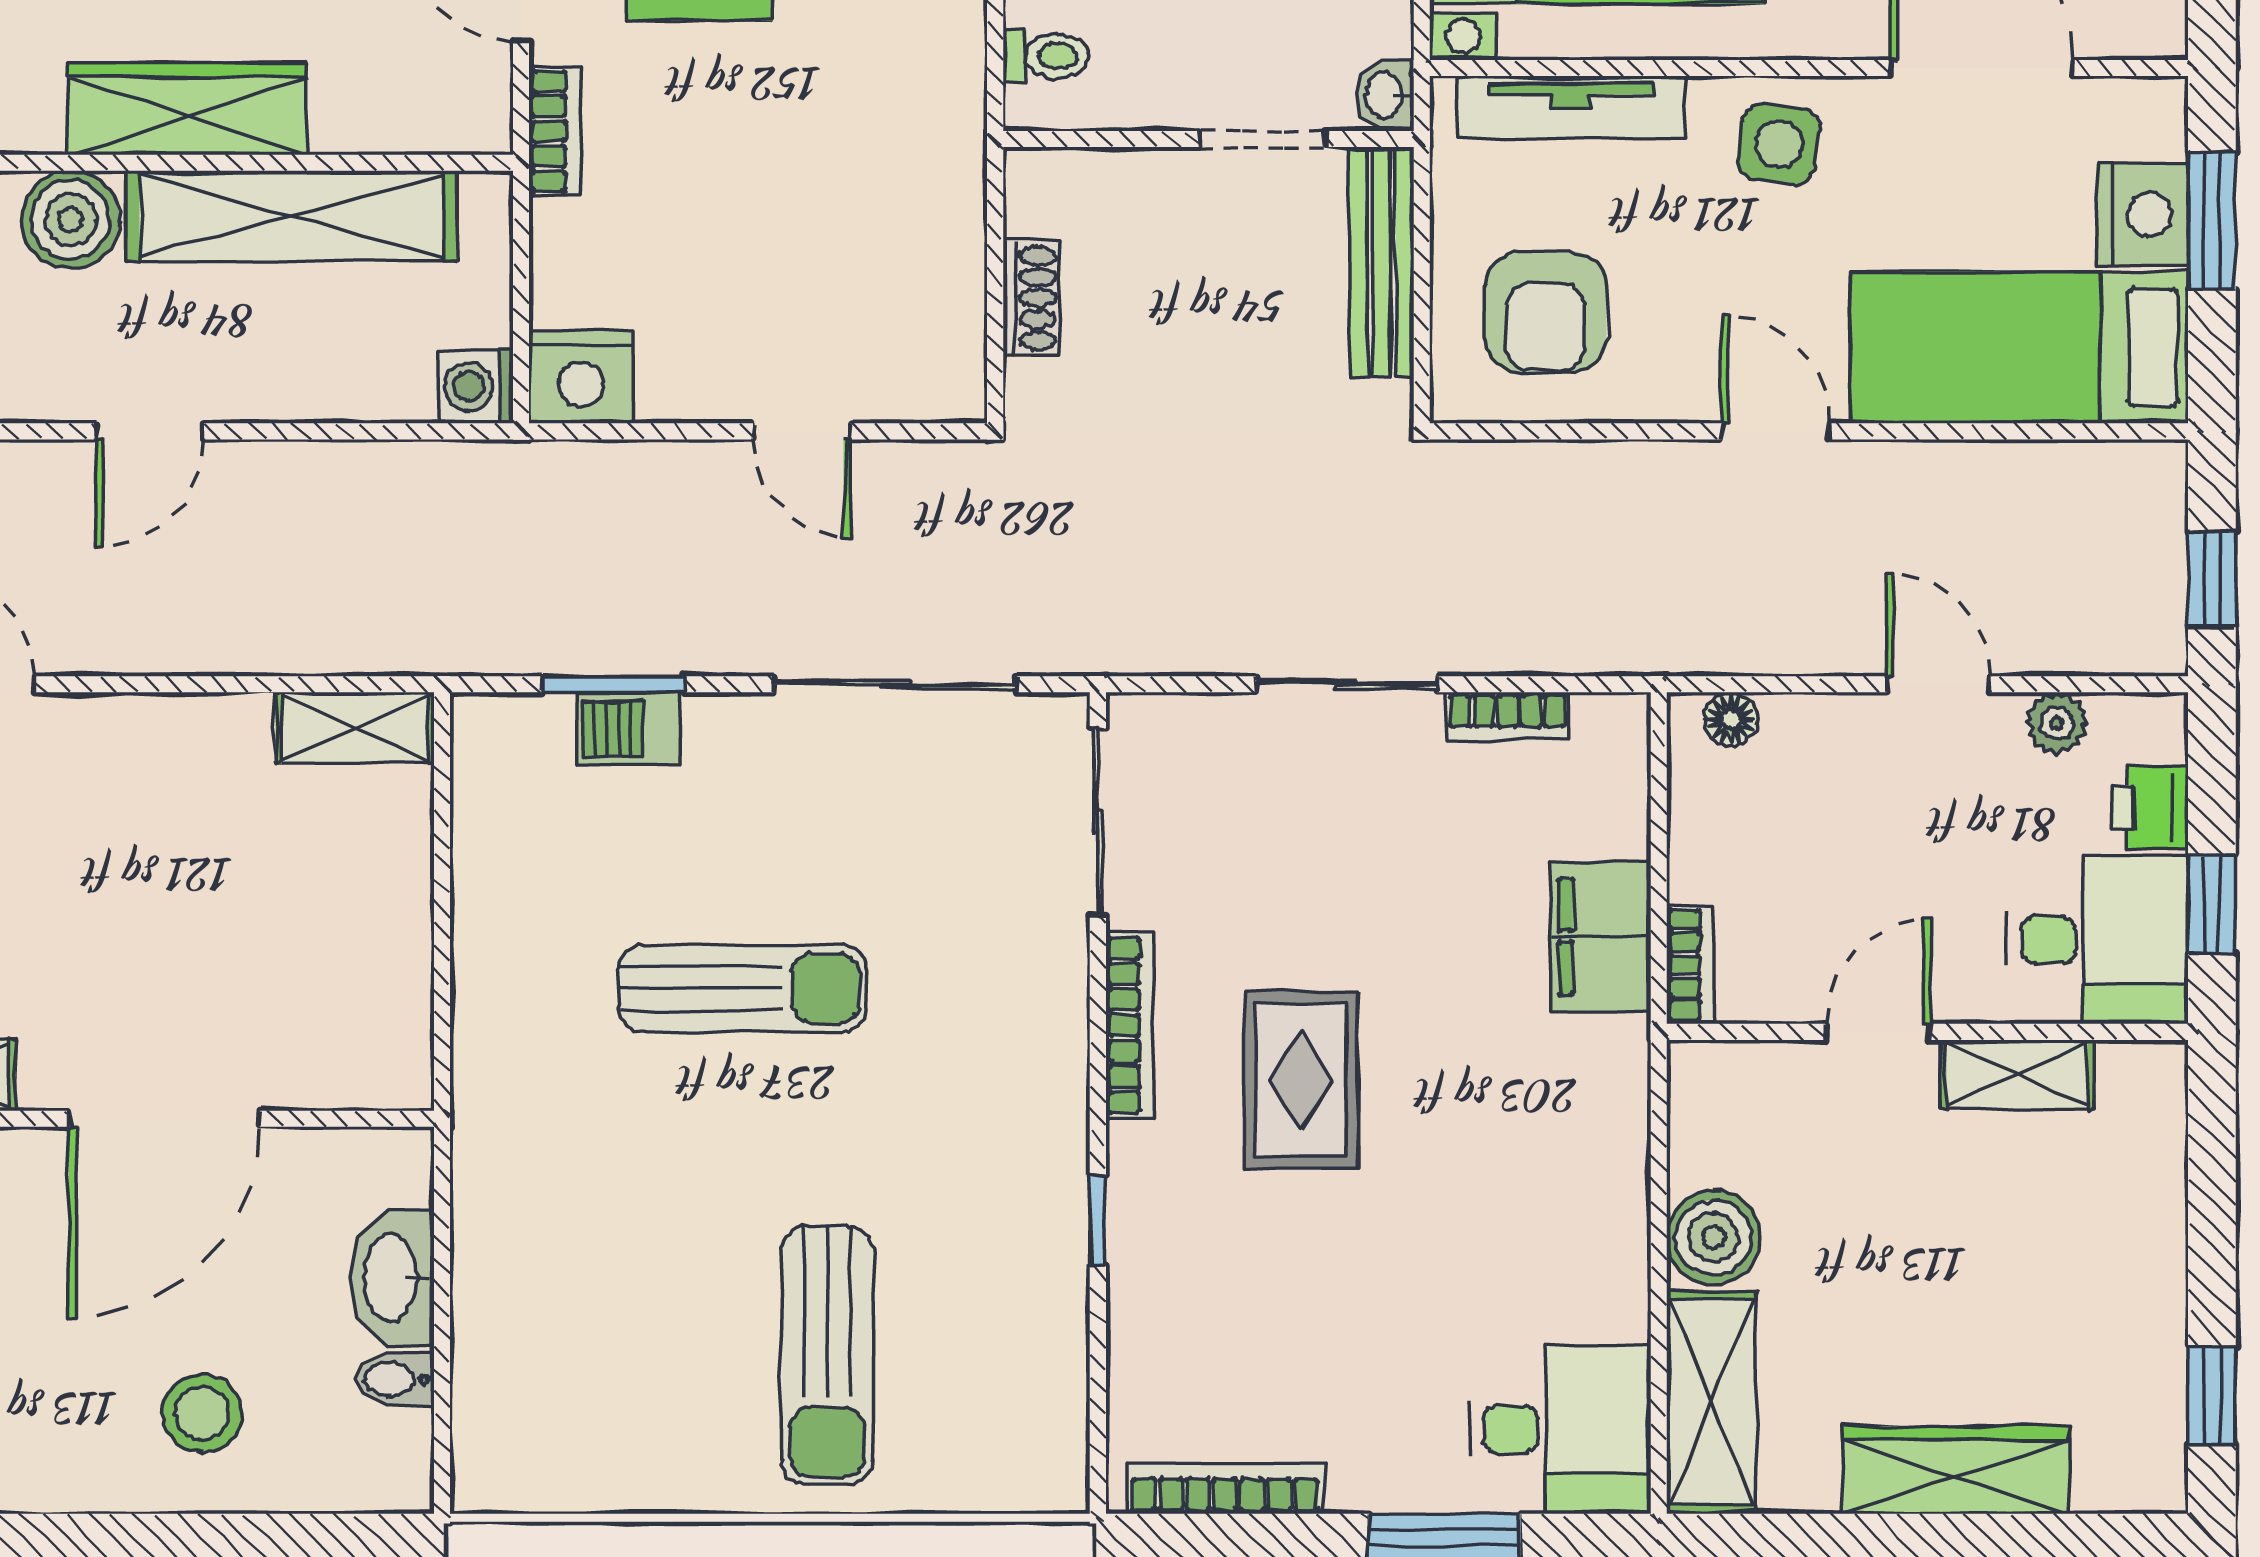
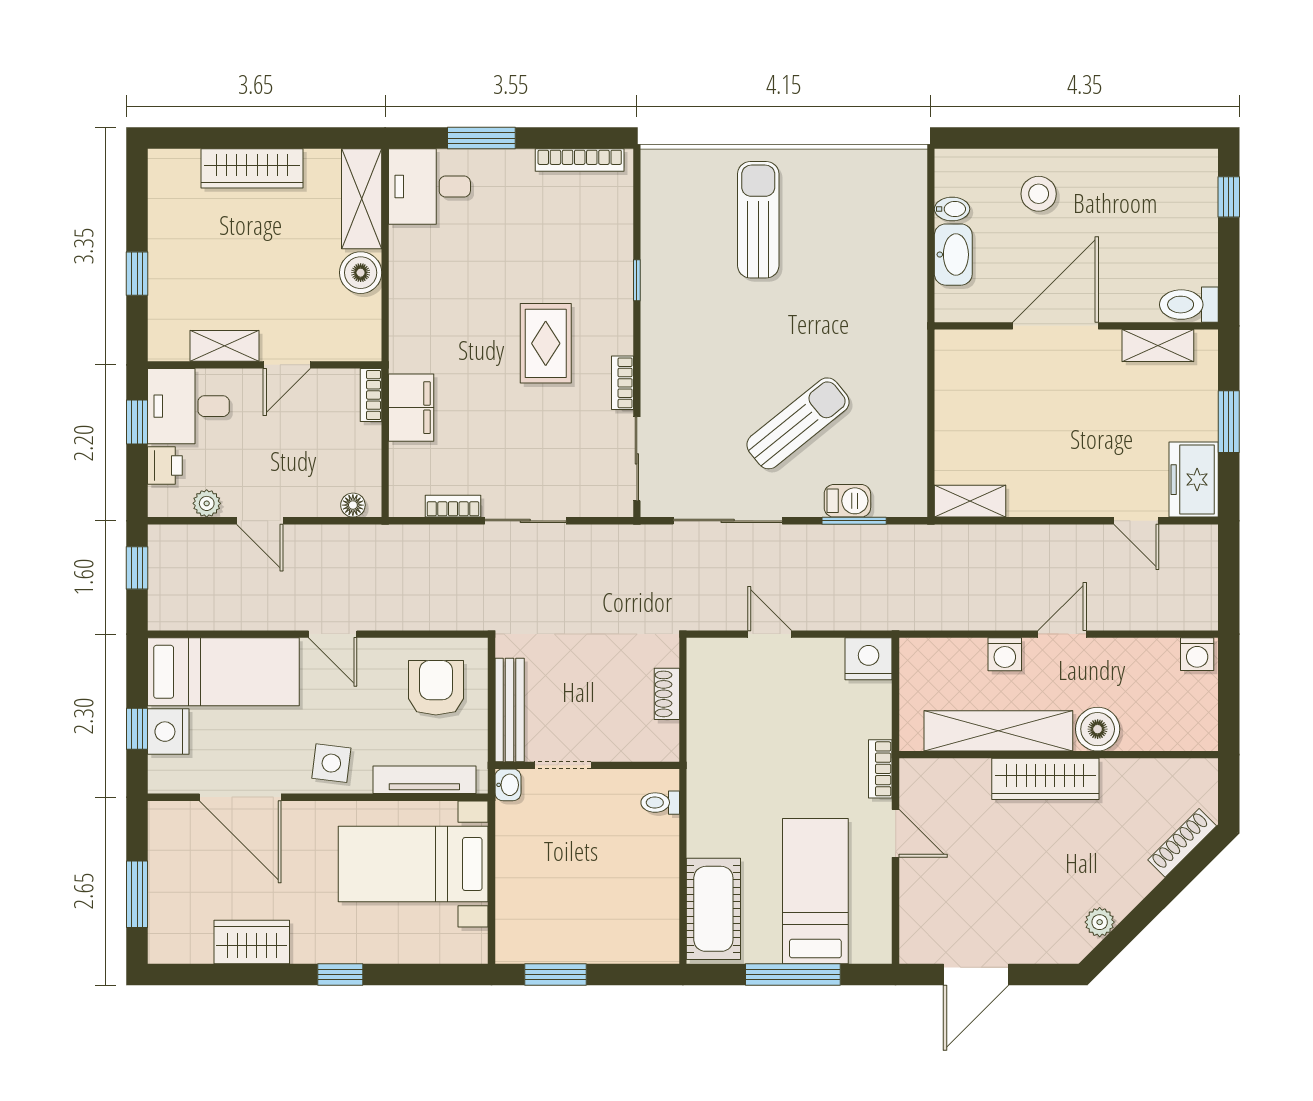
window: (2212, 221) -> (137, 729), width x0.67
washing machine: (476, 386) -> (1005, 654), moved, turned 90
sun lounger: (743, 988) -> (798, 423), moved, turned 141
bookcase: (1130, 1025) -> (622, 383), width x0.64
window: (2212, 1396) -> (137, 274), moved

